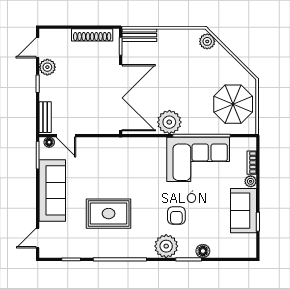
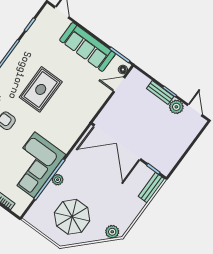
shoe rack: (92, 35) -> (176, 155), removed
parasol: (233, 104) -> (72, 217), moved
bench: (45, 117) -> (160, 93), moved
plant: (169, 122) -> (58, 180), moved, width x0.53, depth x0.53
rug: (109, 214) -> (41, 89), moved

